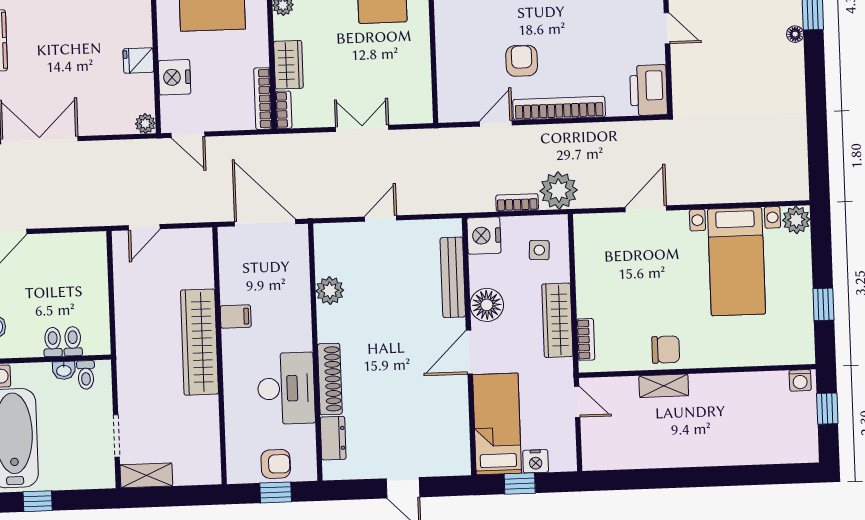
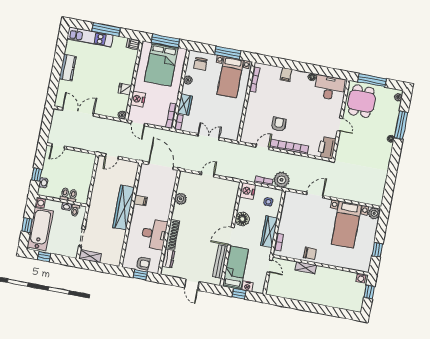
bench: (453, 277) -> (220, 262), moved

